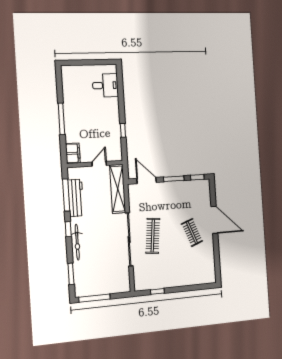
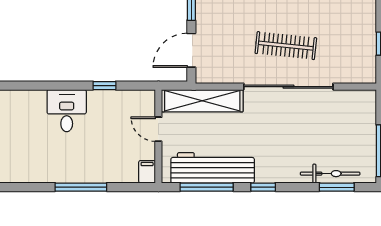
desk: (105, 85) -> (67, 111), moved
filing cabinet: (73, 153) -> (147, 172), width x0.50
workbench: (76, 198) -> (213, 168), width x1.36, depth x1.32
bicycle: (77, 242) -> (330, 174), moved

